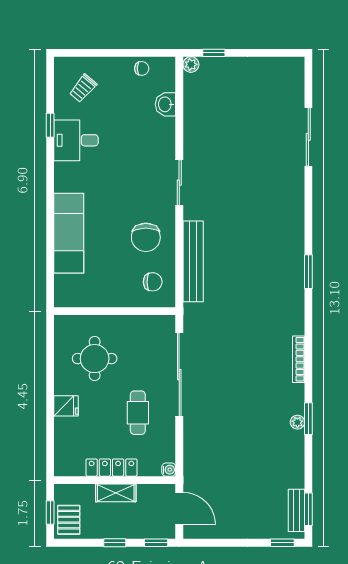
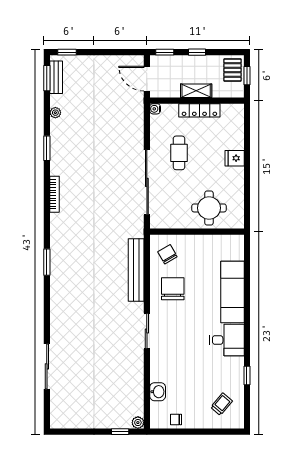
desk: (76, 140) -> (227, 340), moved
chair: (153, 282) -> (167, 254), turned 60
round table: (95, 359) -> (209, 208), moved
plant: (297, 422) -> (55, 113), moved

